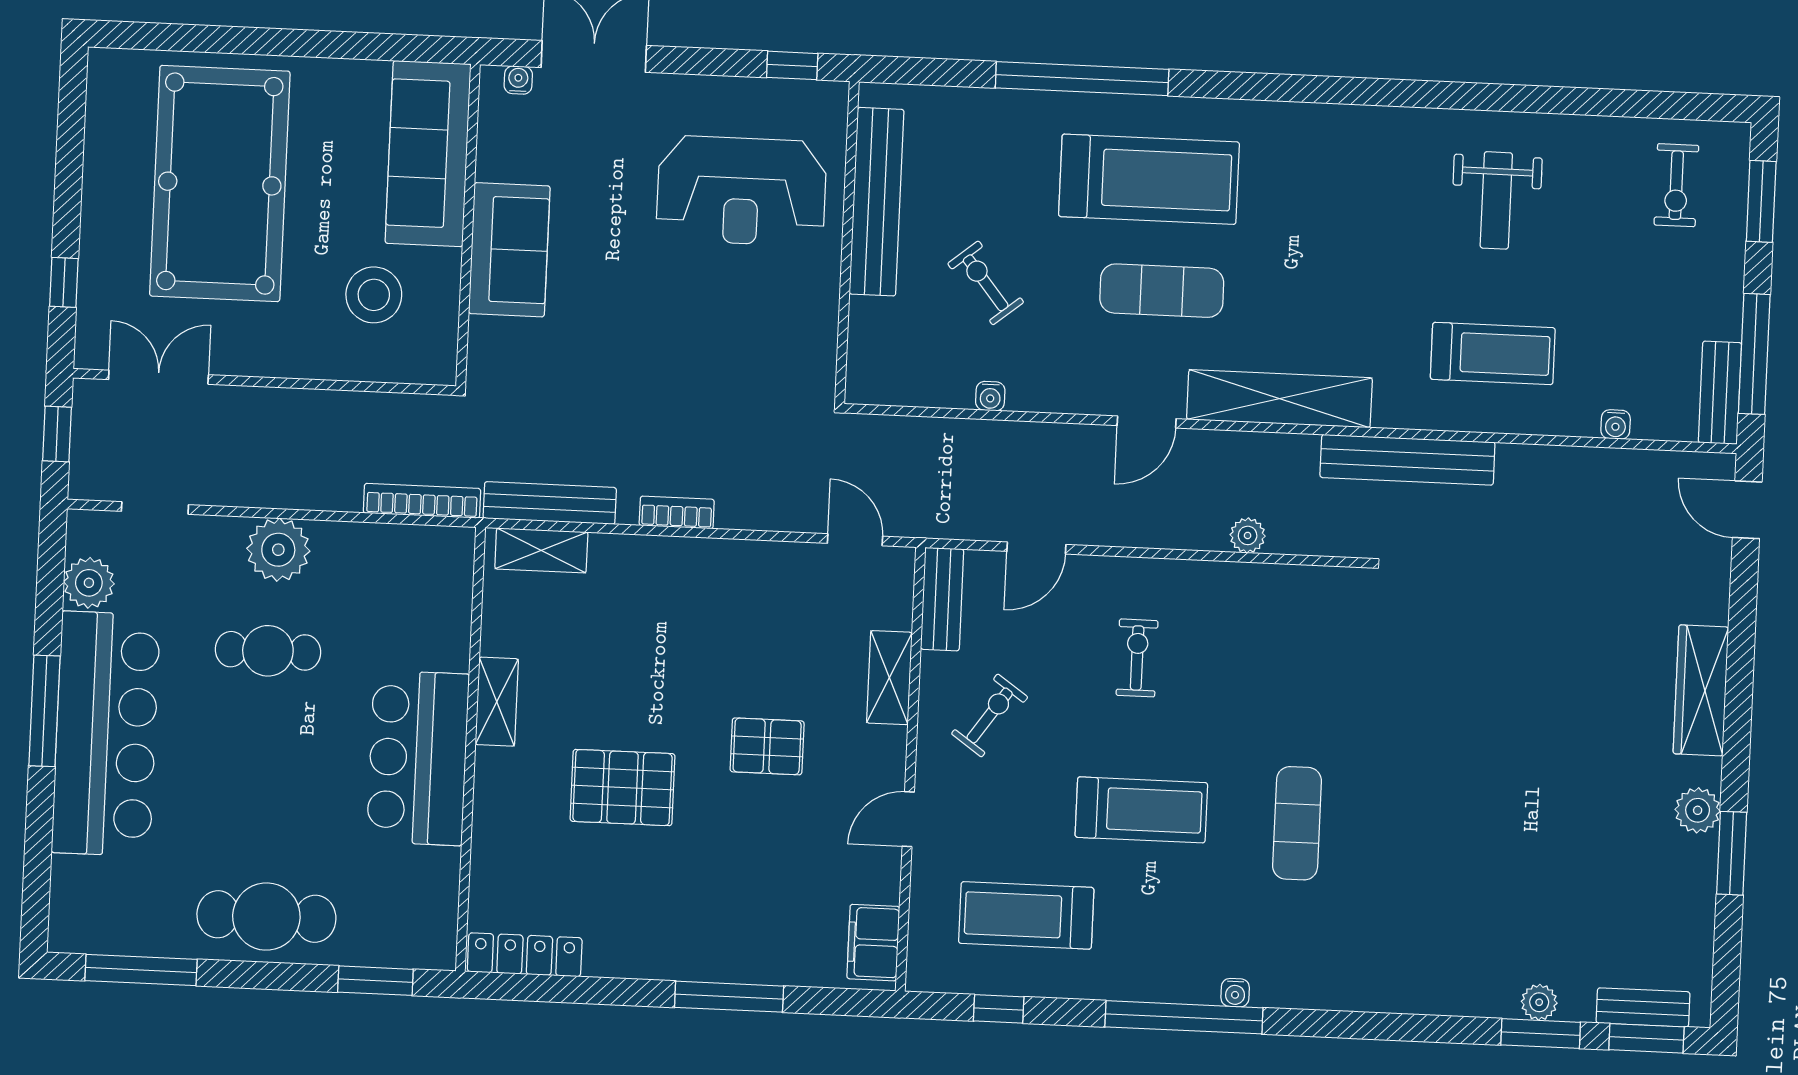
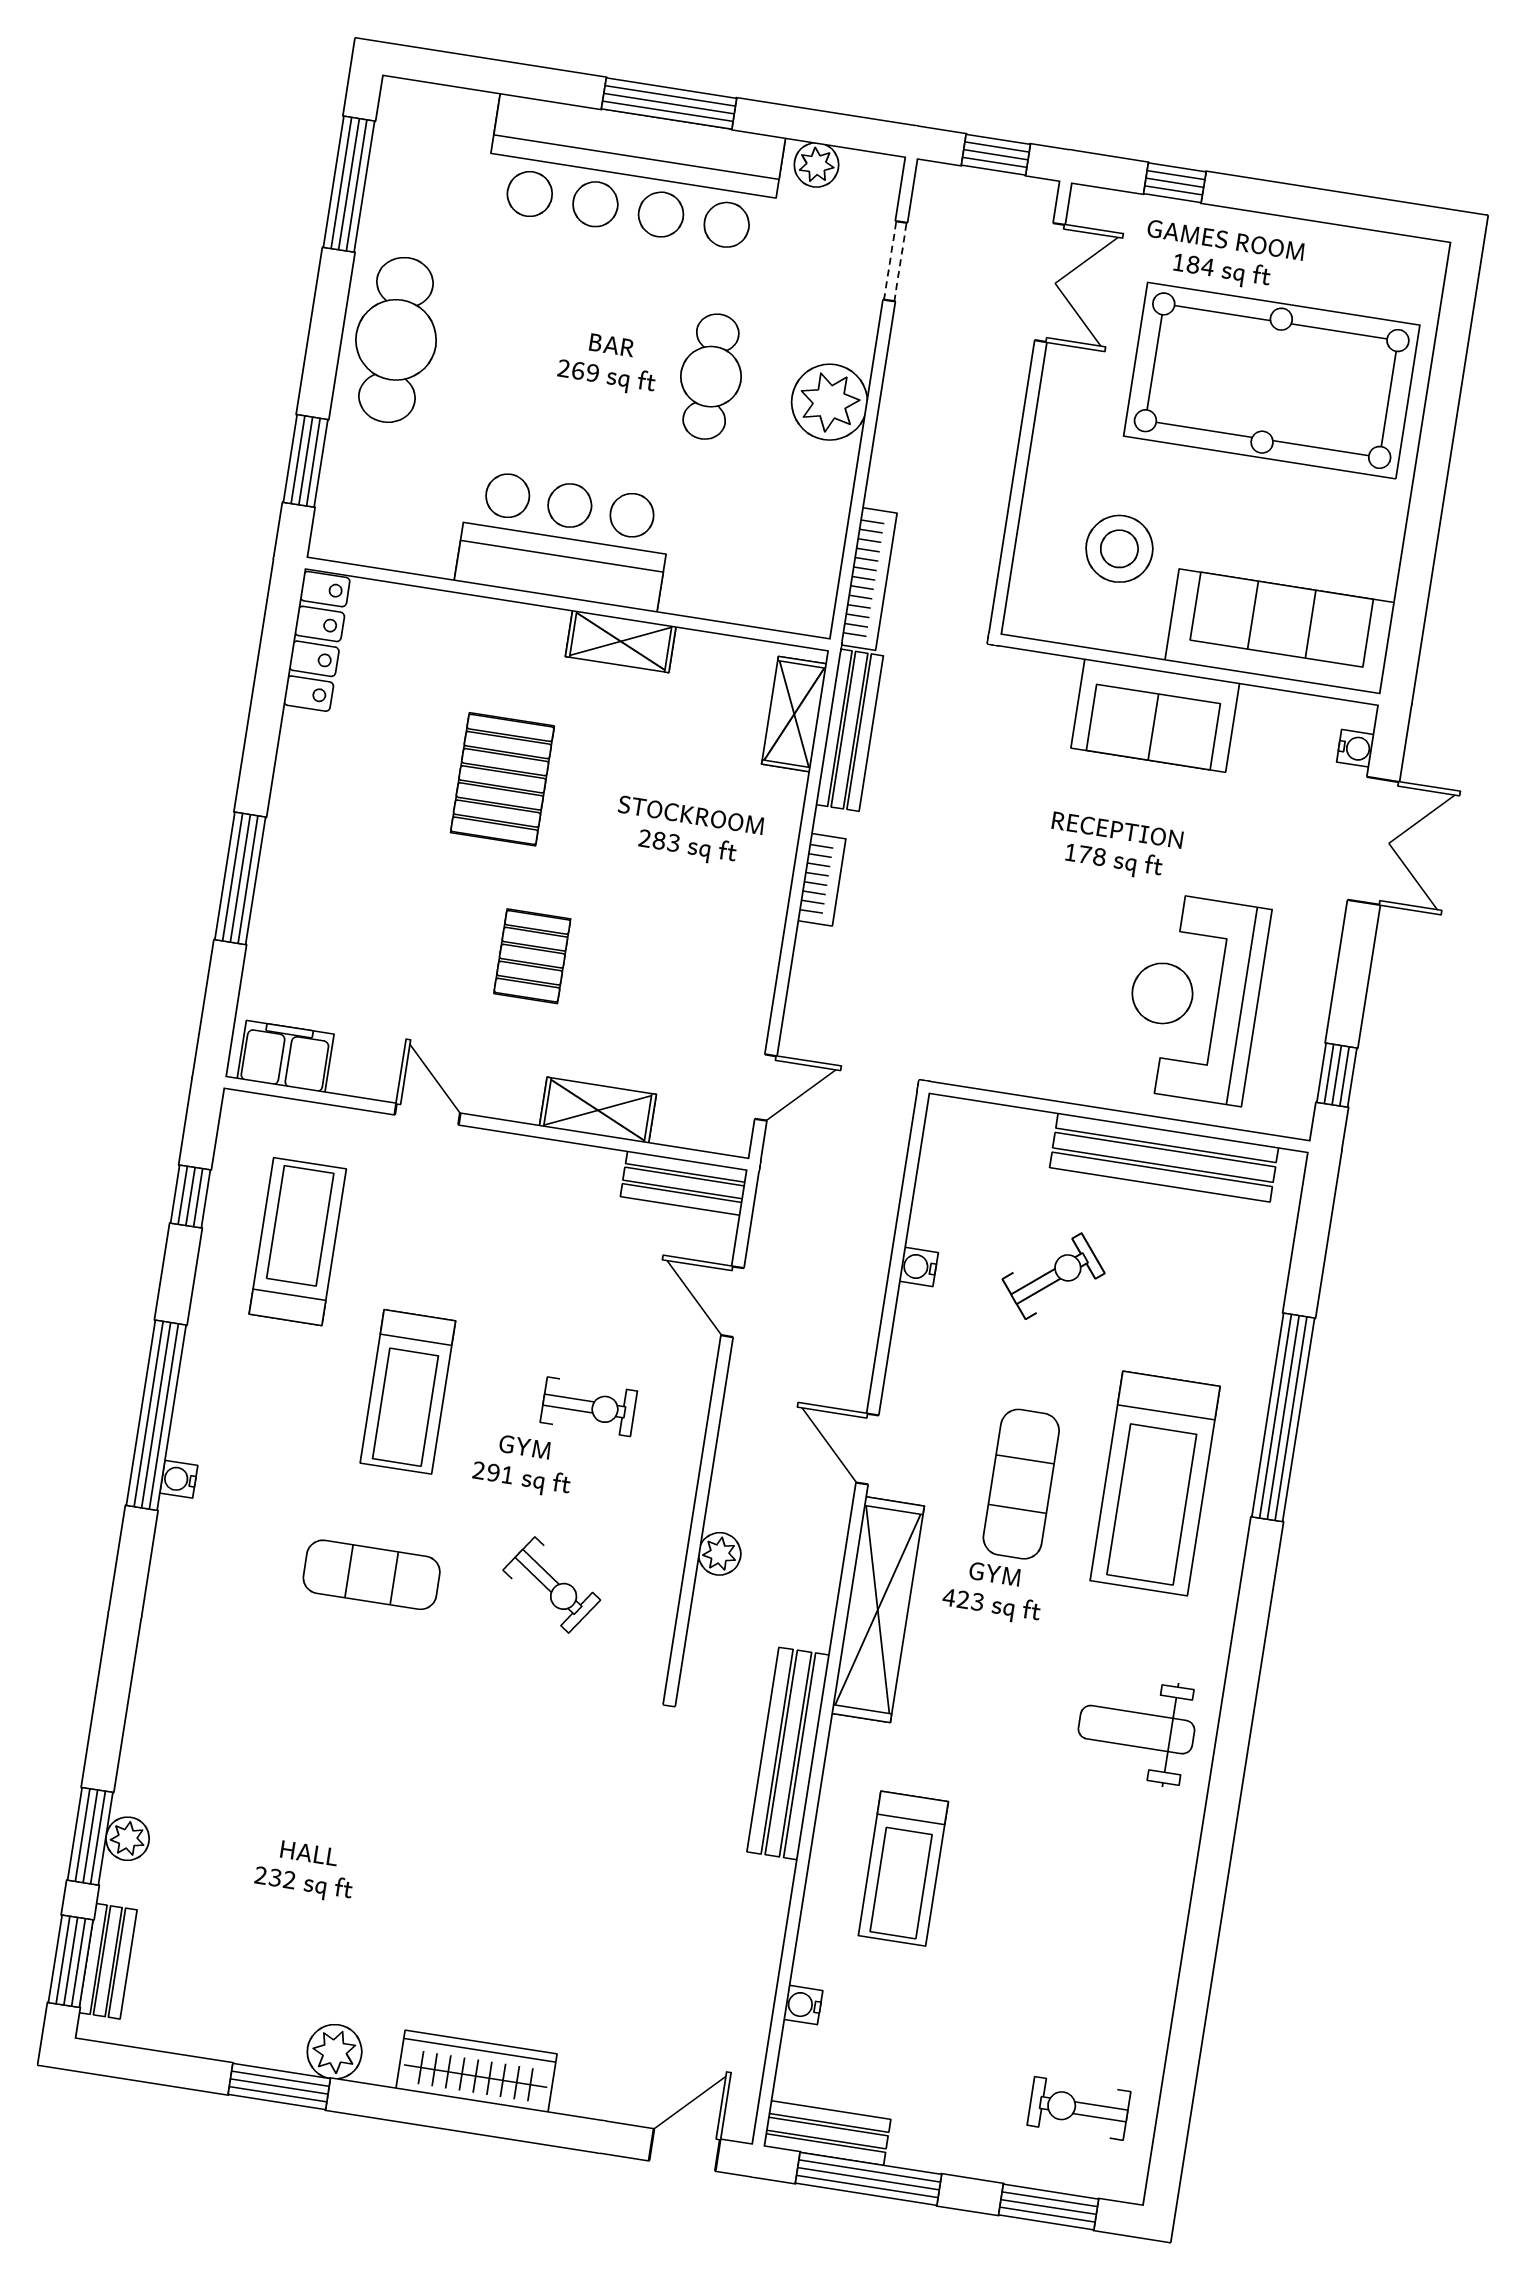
weight bench: (1496, 200) -> (1137, 1730), moved
plant: (89, 583) -> (816, 165), width x0.73, depth x0.73
exercise bike: (990, 715) -> (552, 1585), moved

